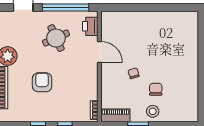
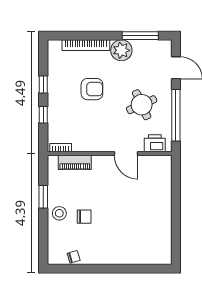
door: (99, 52) -> (126, 153), hinge flipped
chair: (134, 73) -> (74, 257), moved
piano: (115, 115) -> (75, 162), moved, turned 90

